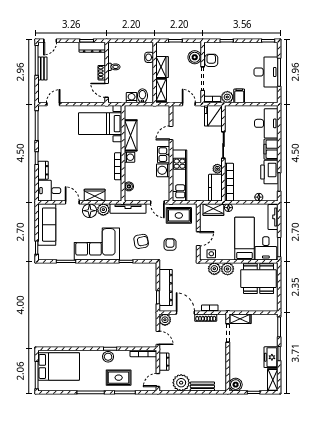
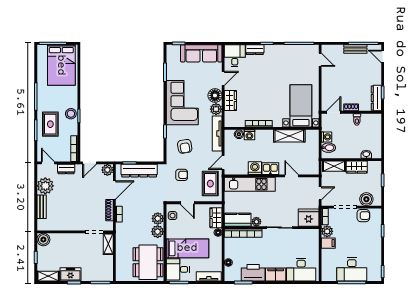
washing machine: (129, 157) -> (249, 135), moved

